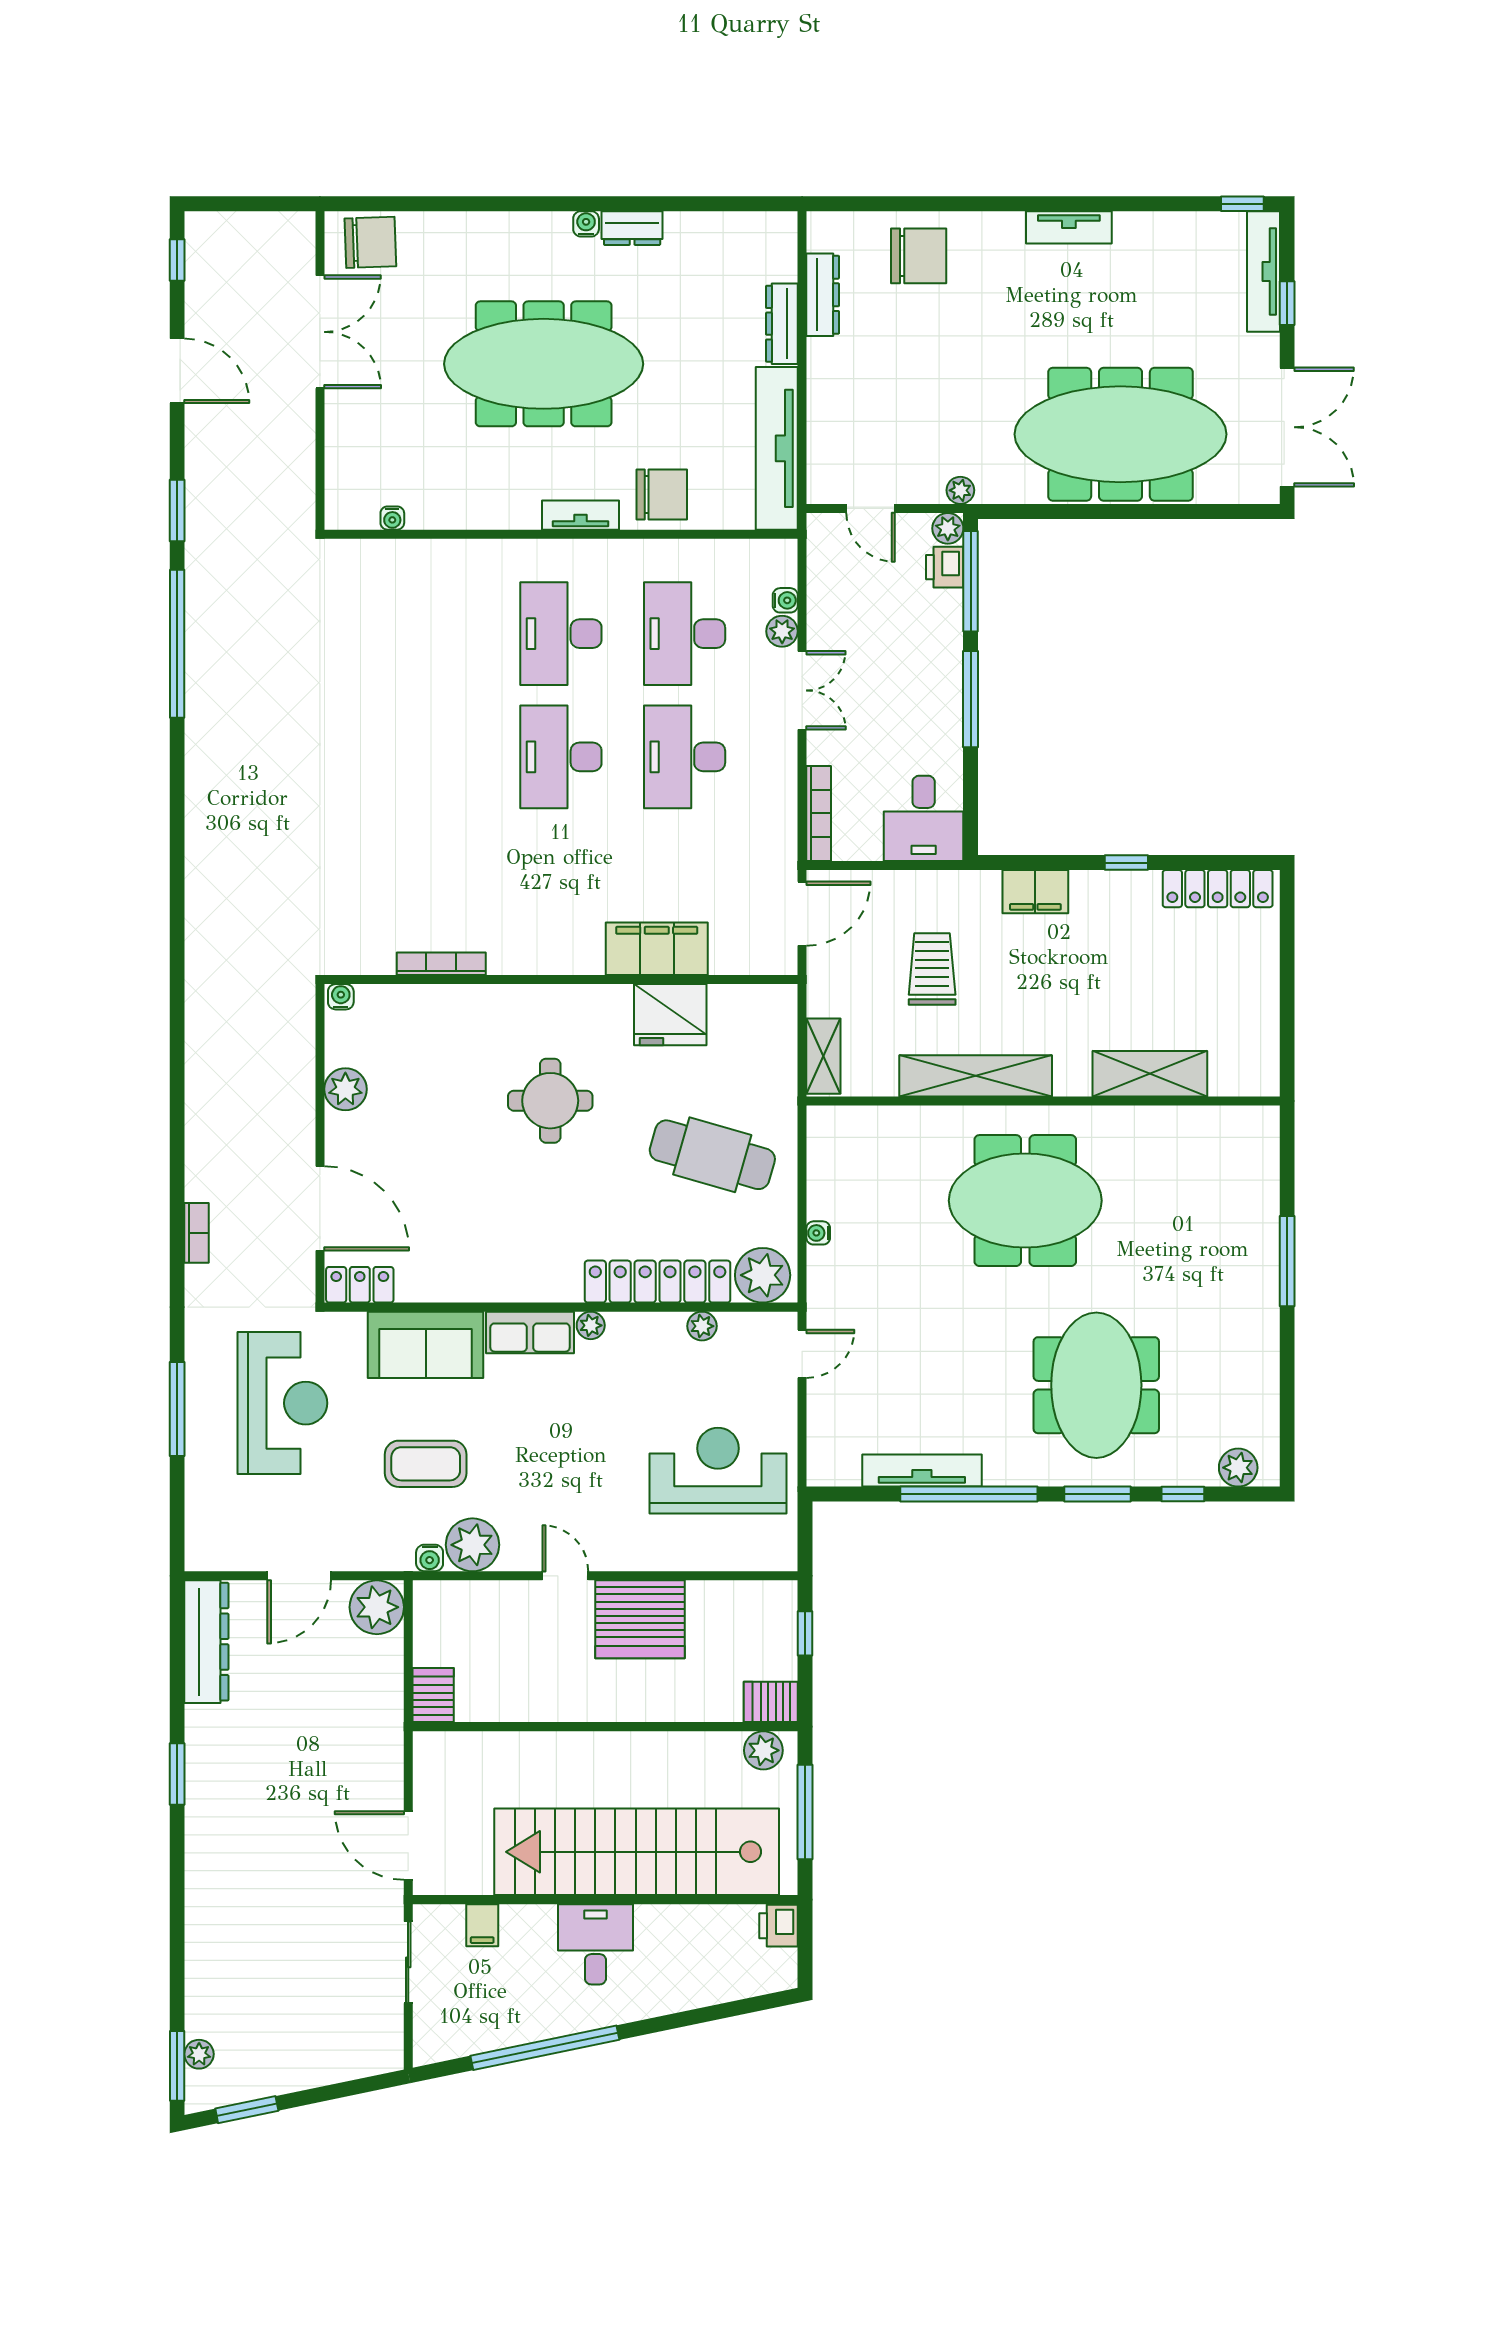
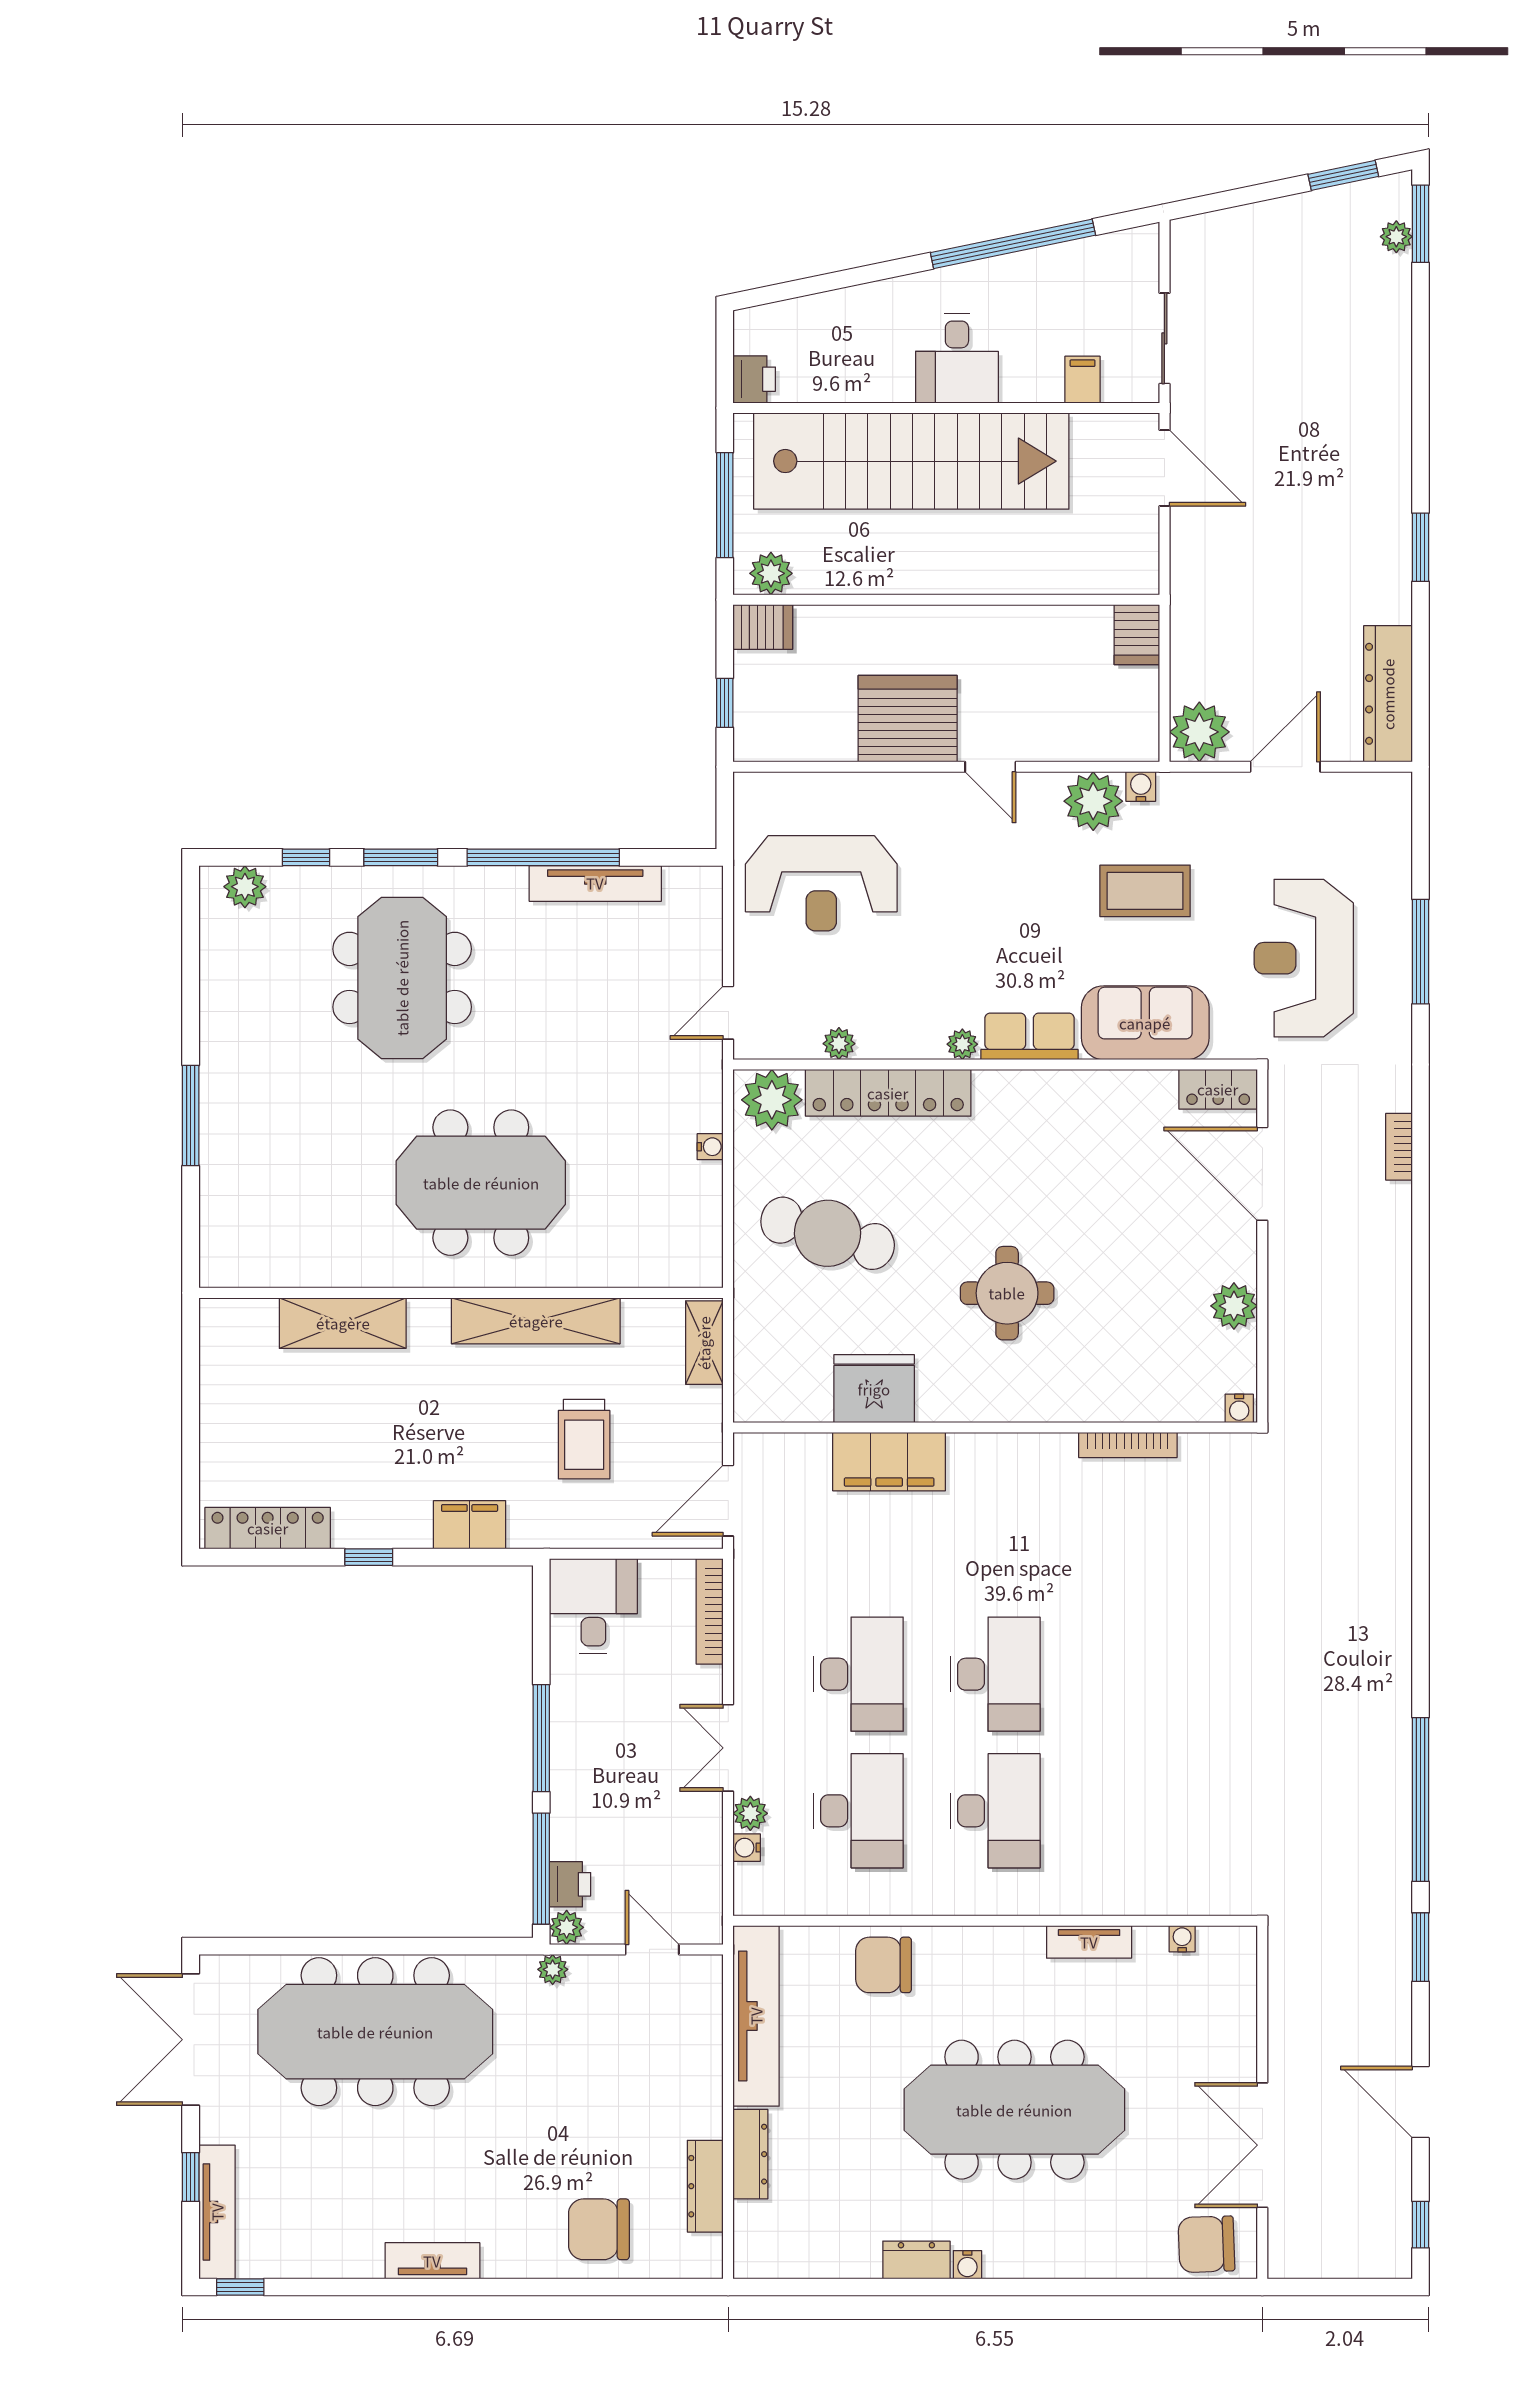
tv unit: (580, 515) -> (1089, 1942), moved

